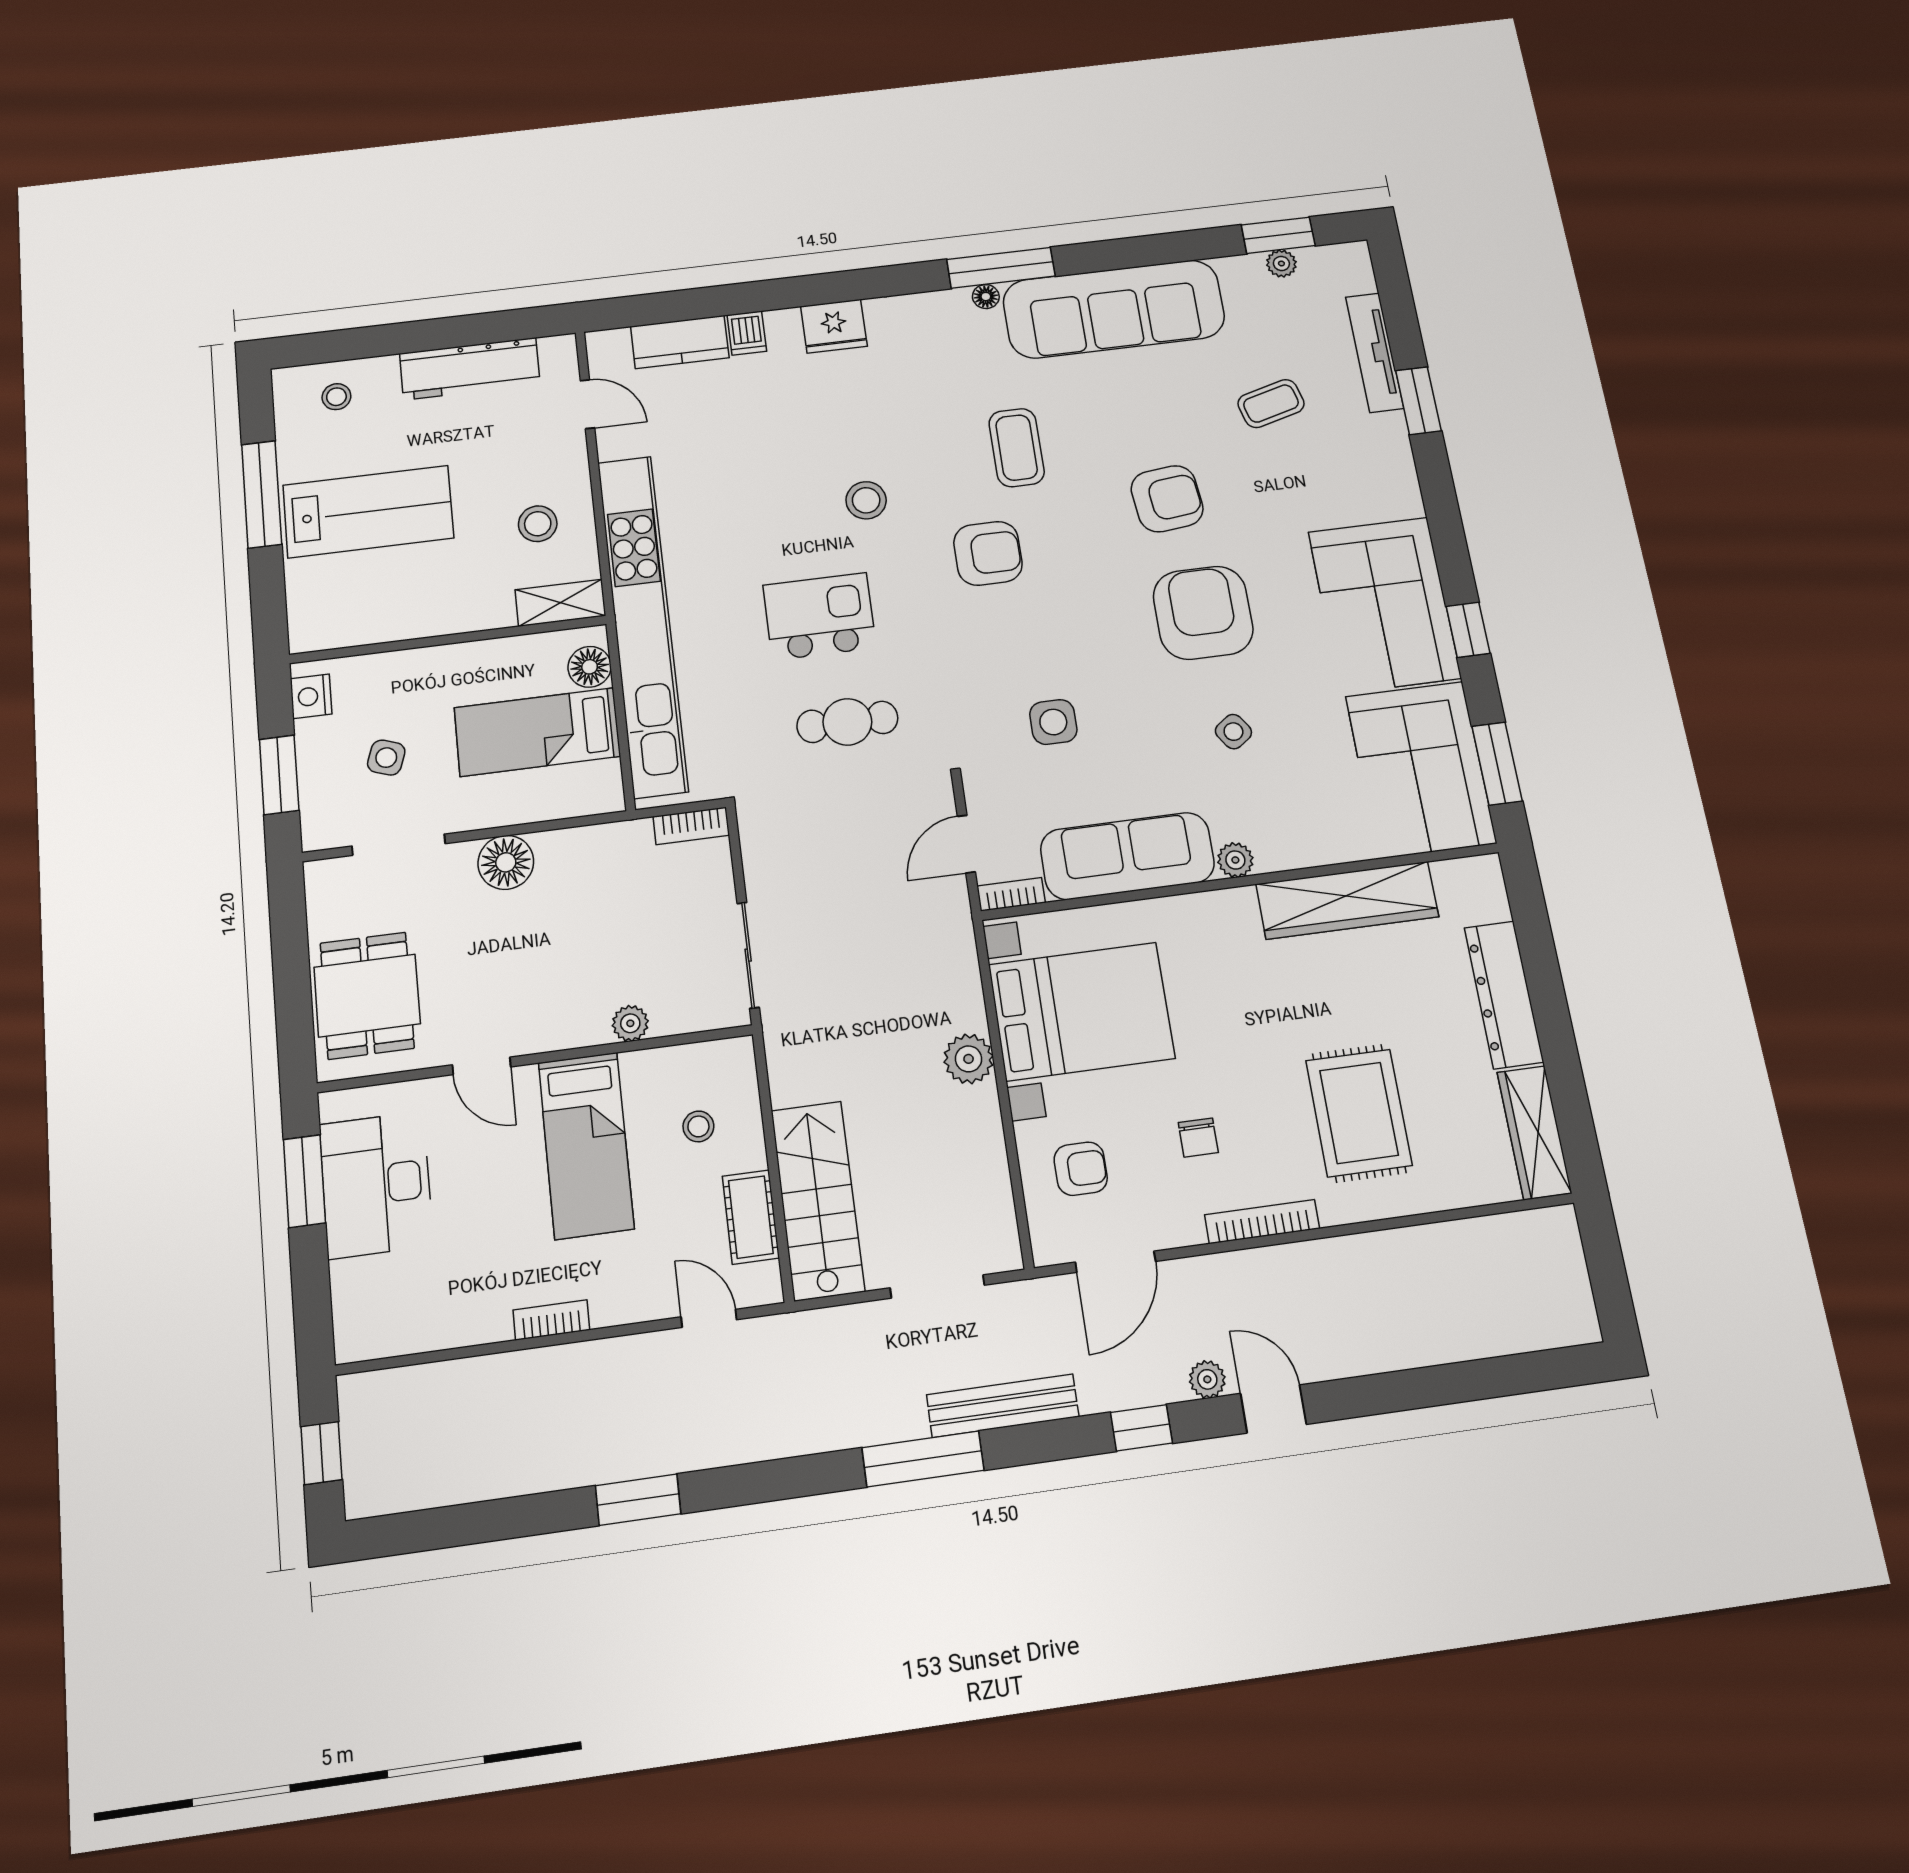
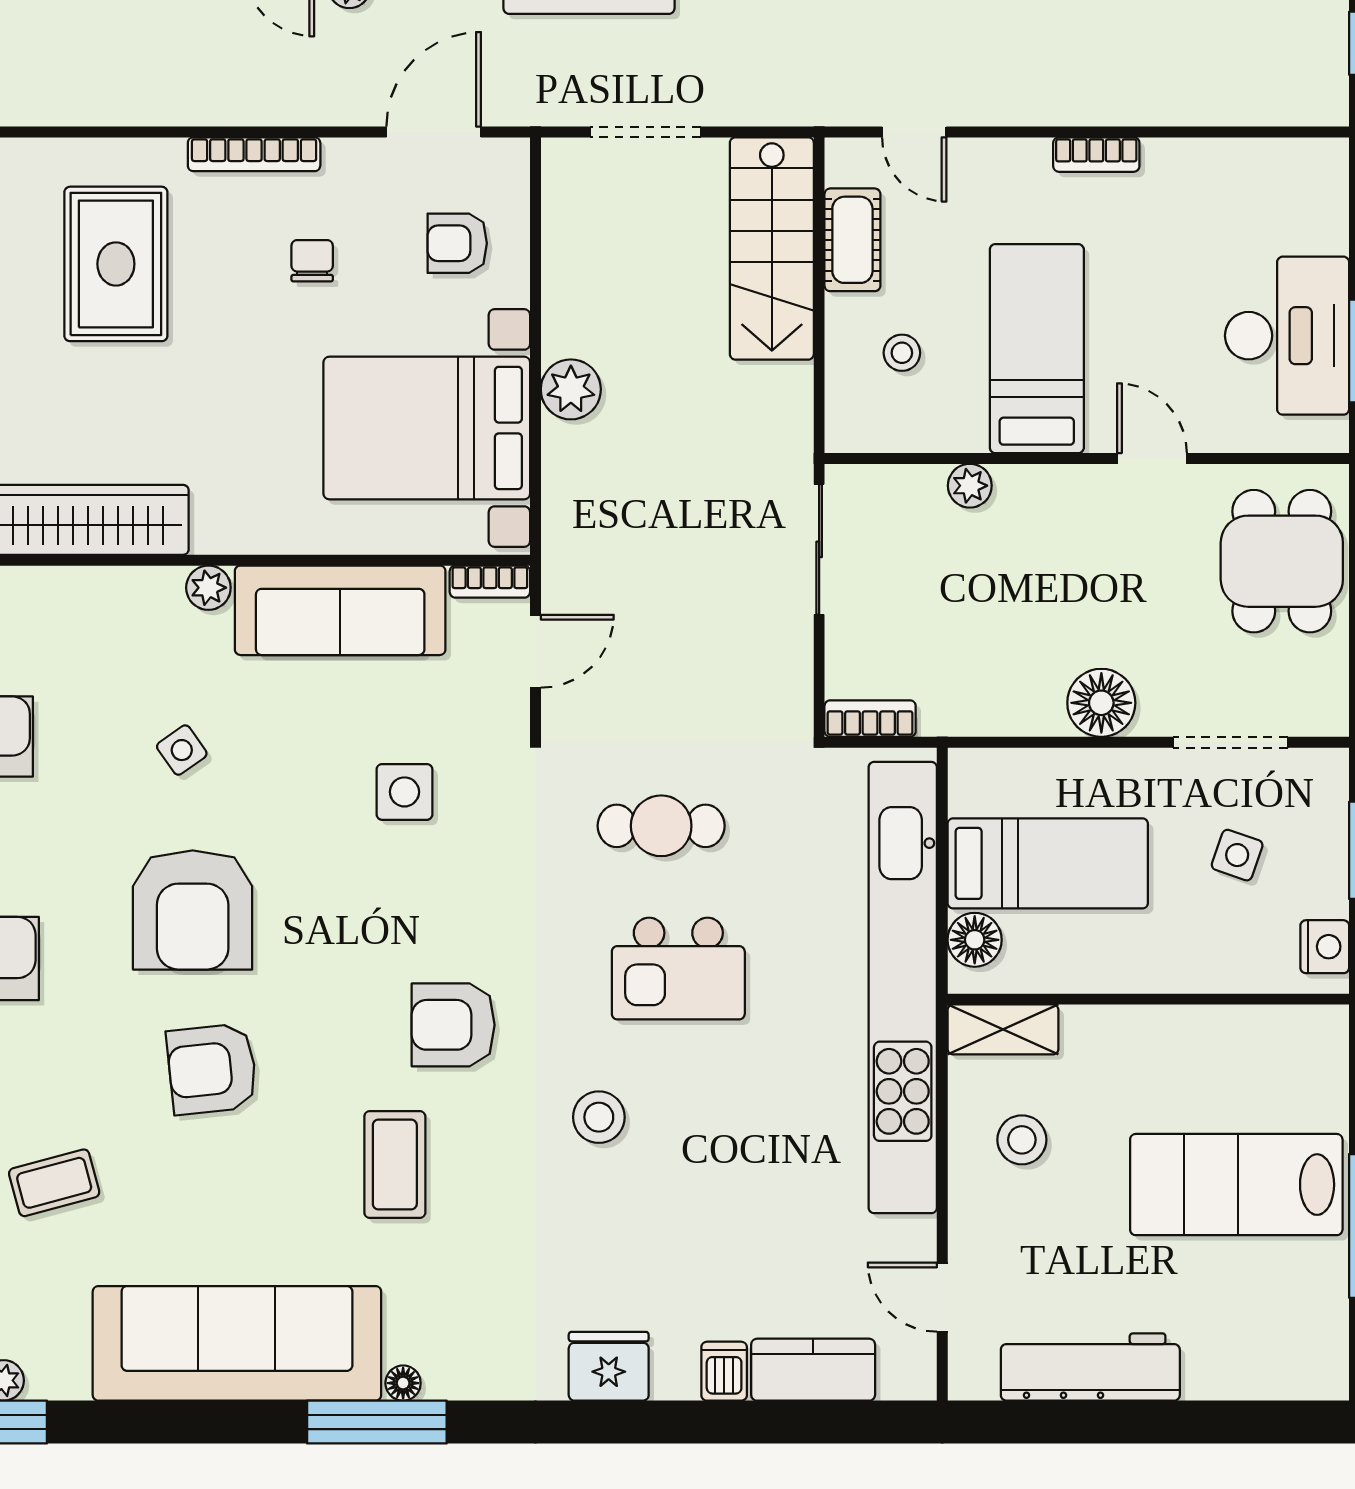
stool: (336, 397) -> (1266, 1350), removed

